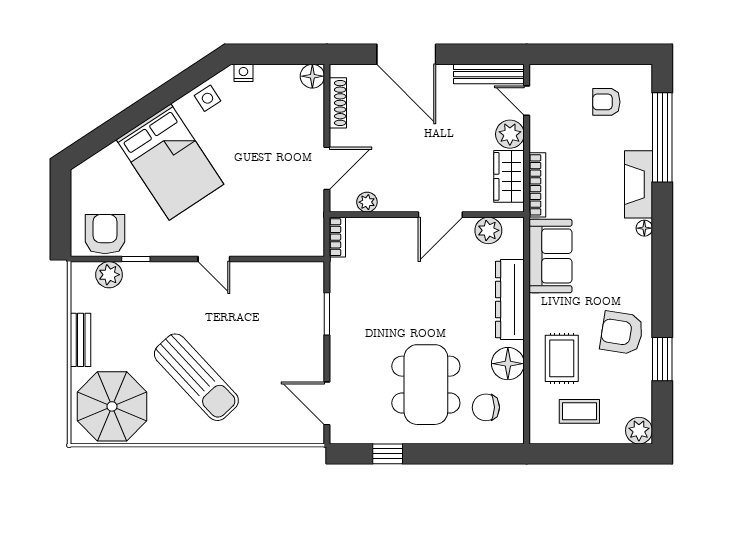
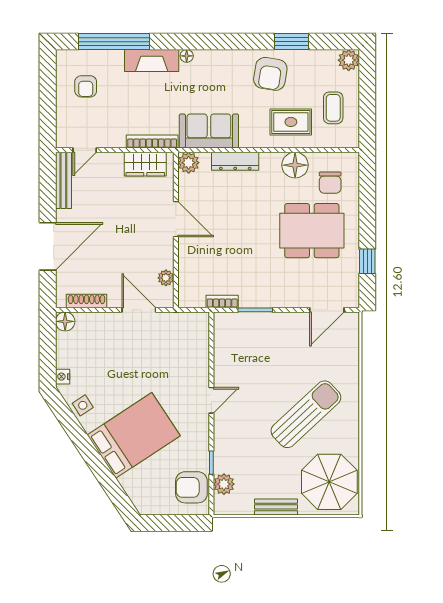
plant: (510, 134) -> (112, 163), removed
plant: (488, 230) -> (189, 163), moved
bookcase: (337, 237) -> (222, 302), moved
dresser: (510, 300) -> (235, 161), width x0.73, depth x0.80

